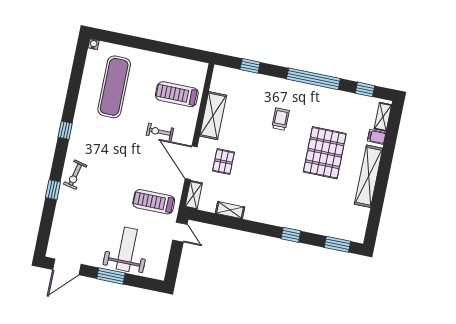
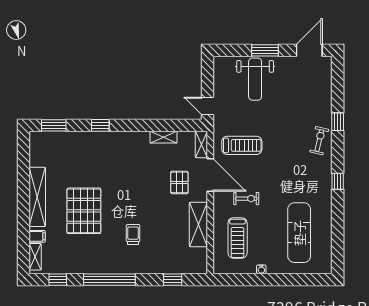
water cooler: (94, 44) -> (261, 269), moved
treadmill: (177, 94) -> (238, 238), turned 90
trolley: (281, 119) -> (133, 234), turned 180
treadmill: (154, 202) -> (242, 145), moved

